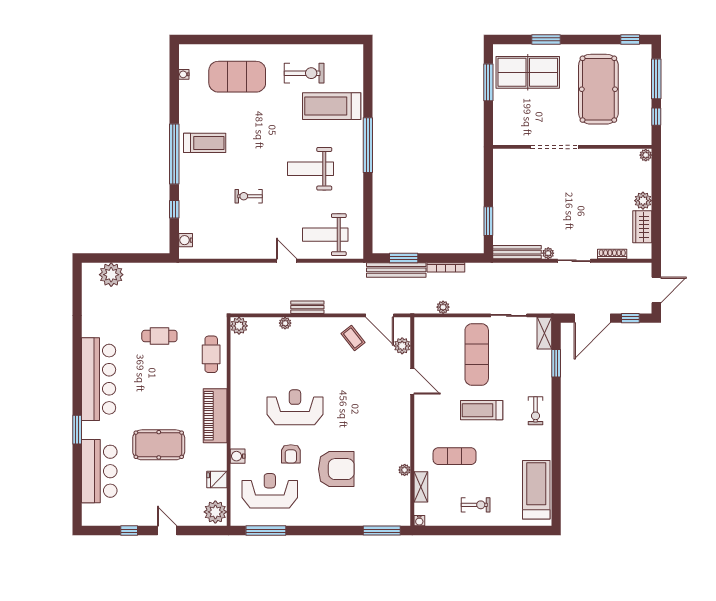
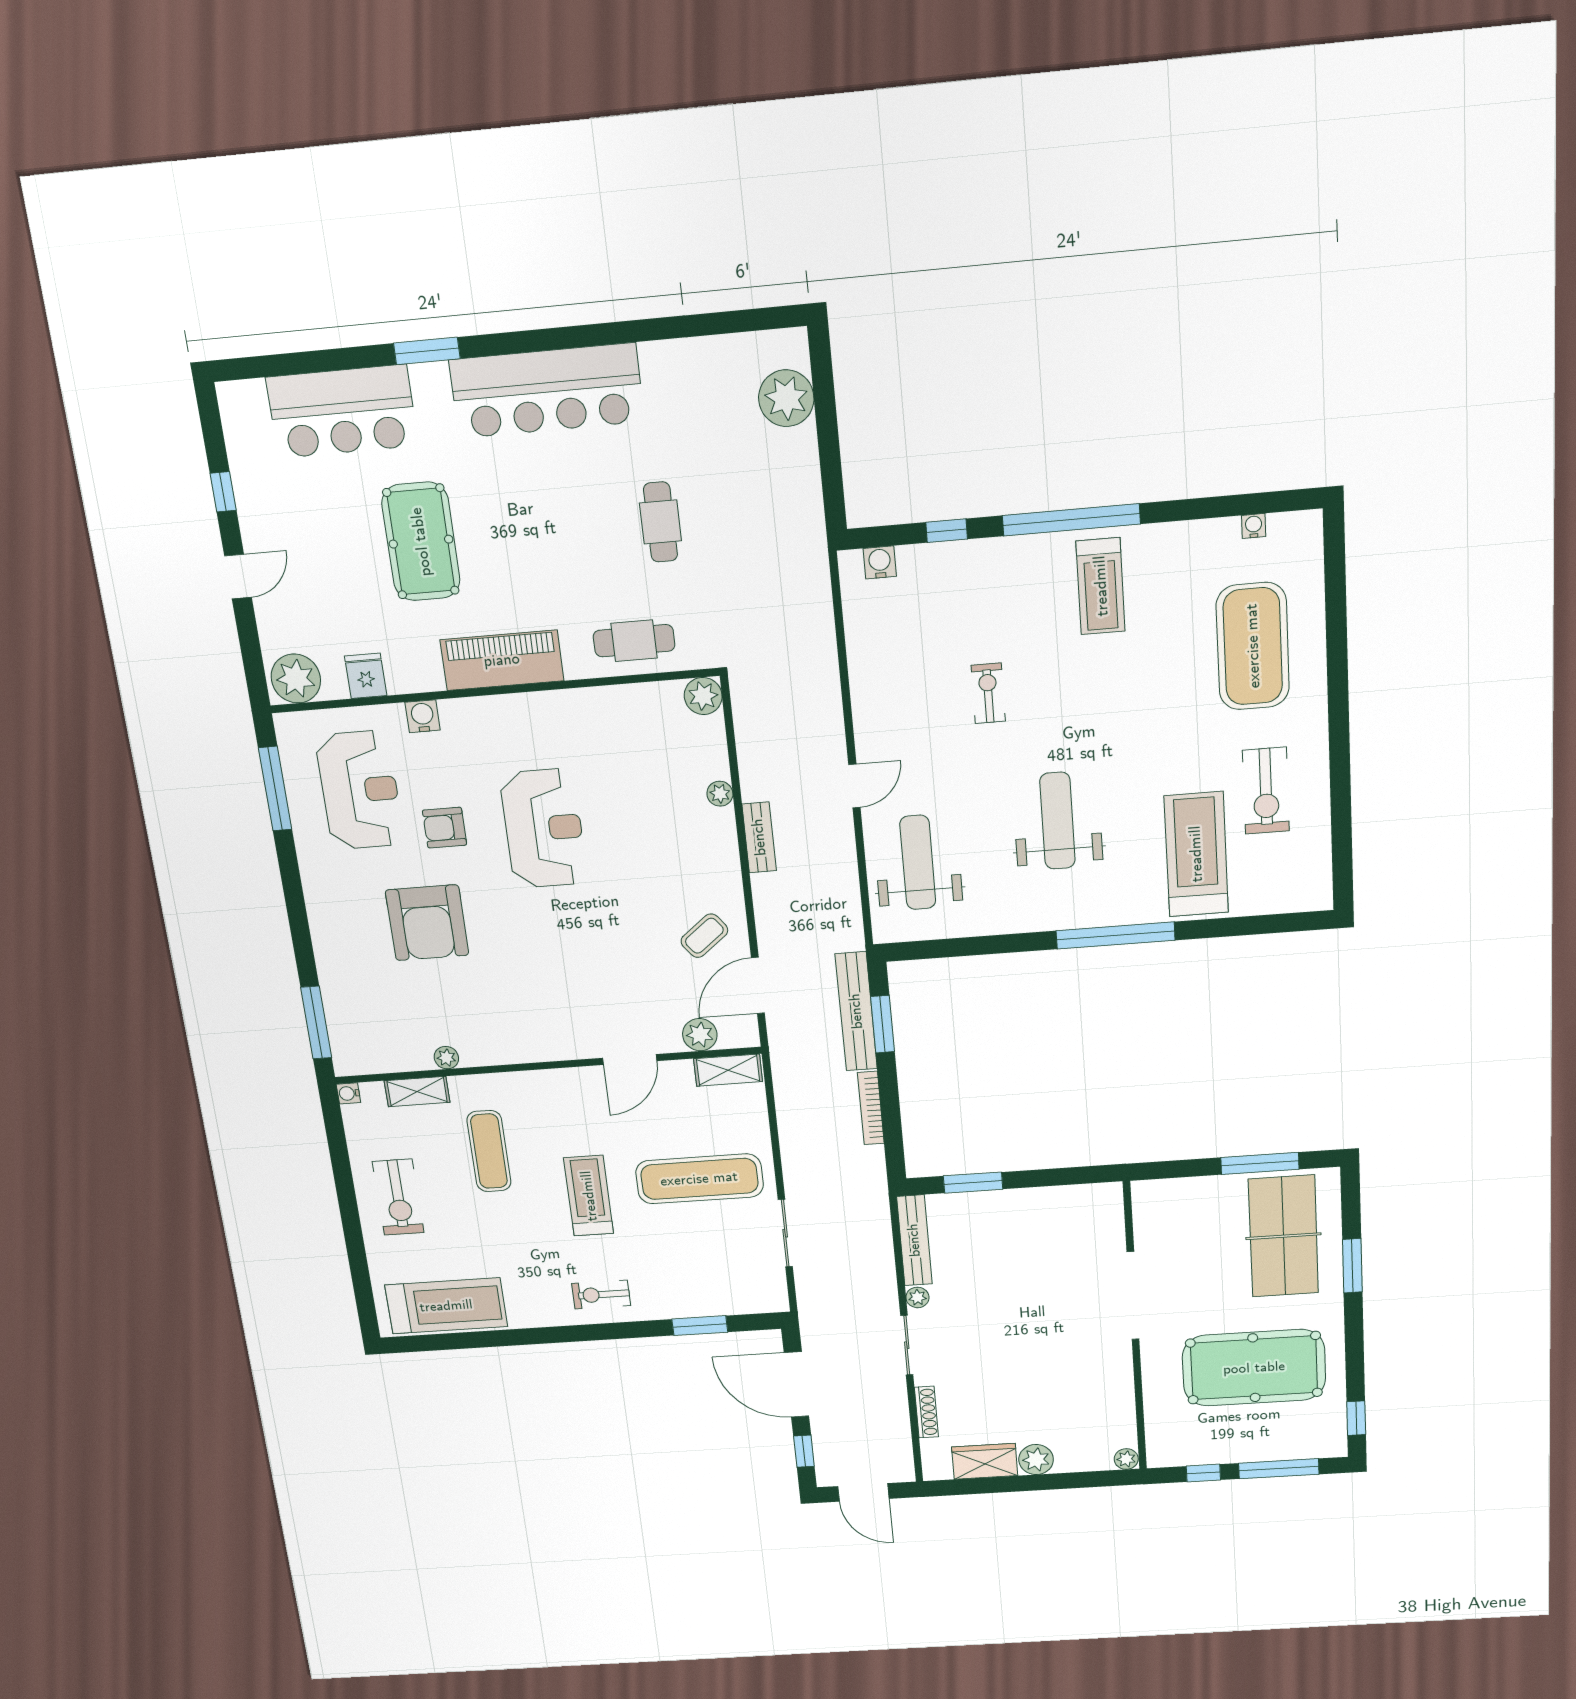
plant: (443, 307) -> (788, 1108), removed
shelving: (544, 333) -> (728, 1070), moved
exercise bike: (476, 505) -> (398, 1197), width x1.38, depth x1.39

